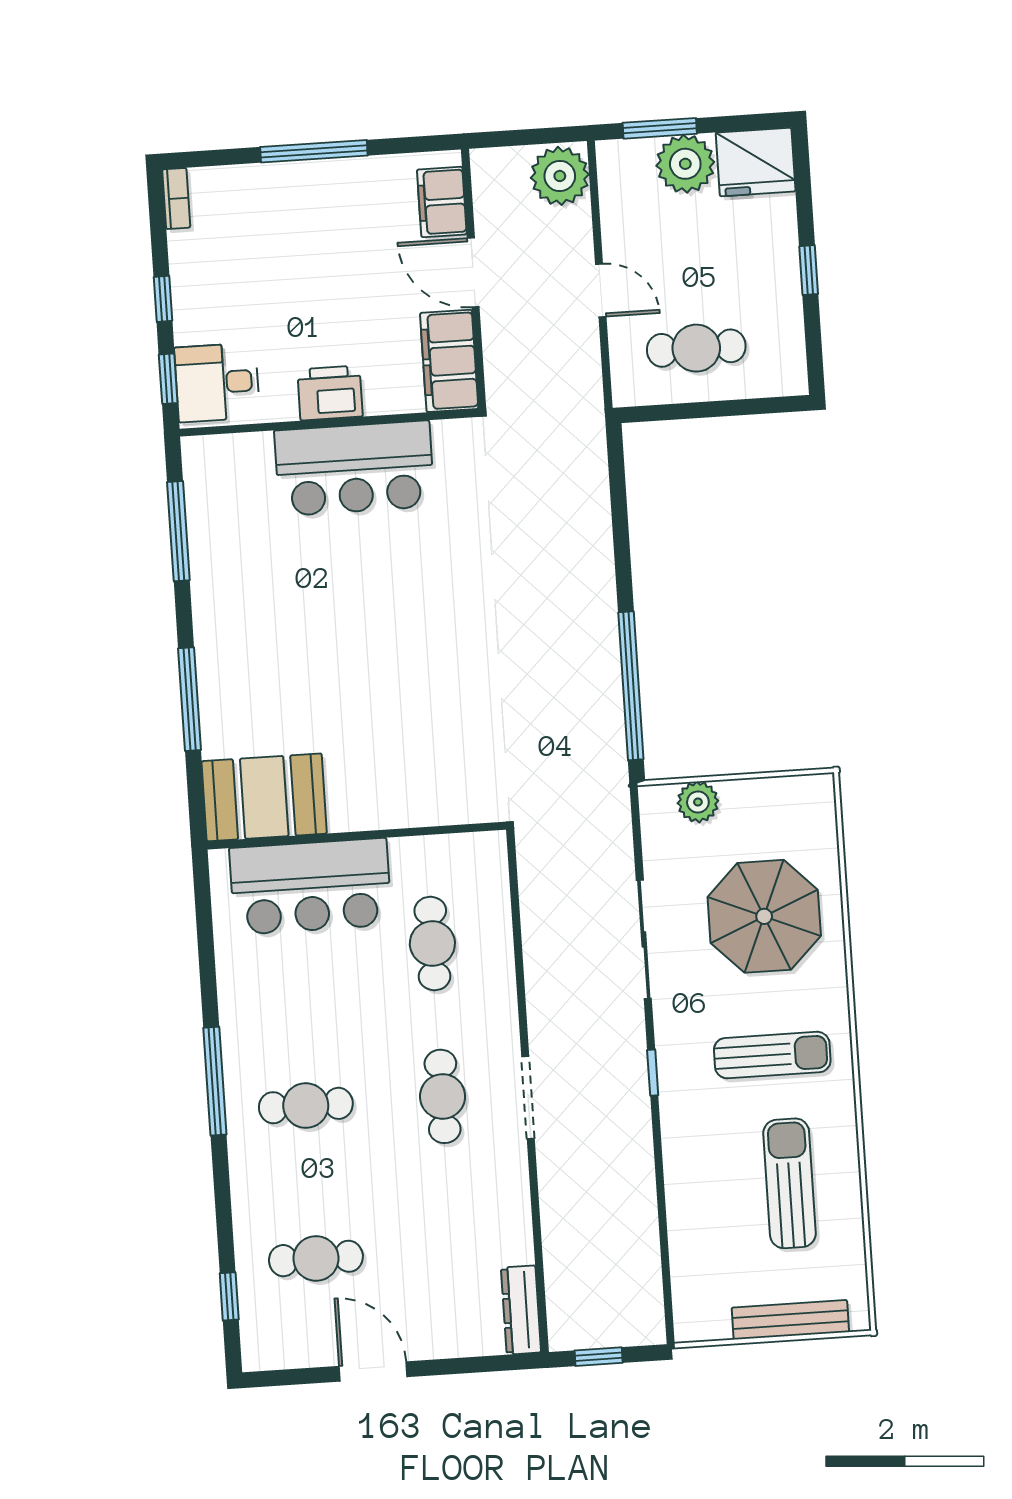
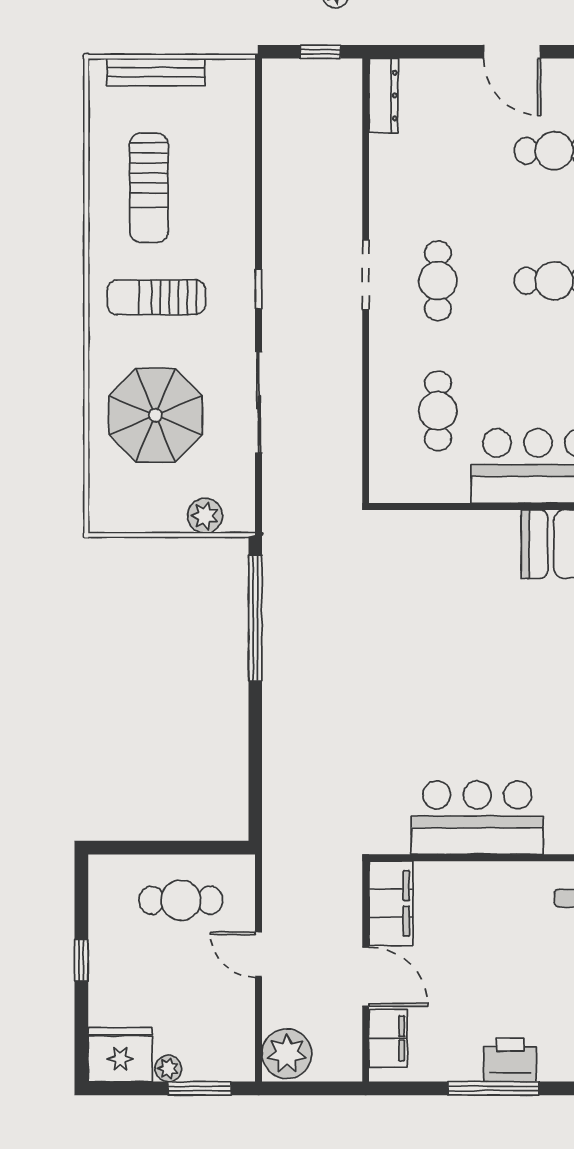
plant: (685, 164) -> (168, 1068), width x0.53, depth x0.53
printer: (330, 393) -> (510, 1060), moved, turned 180

